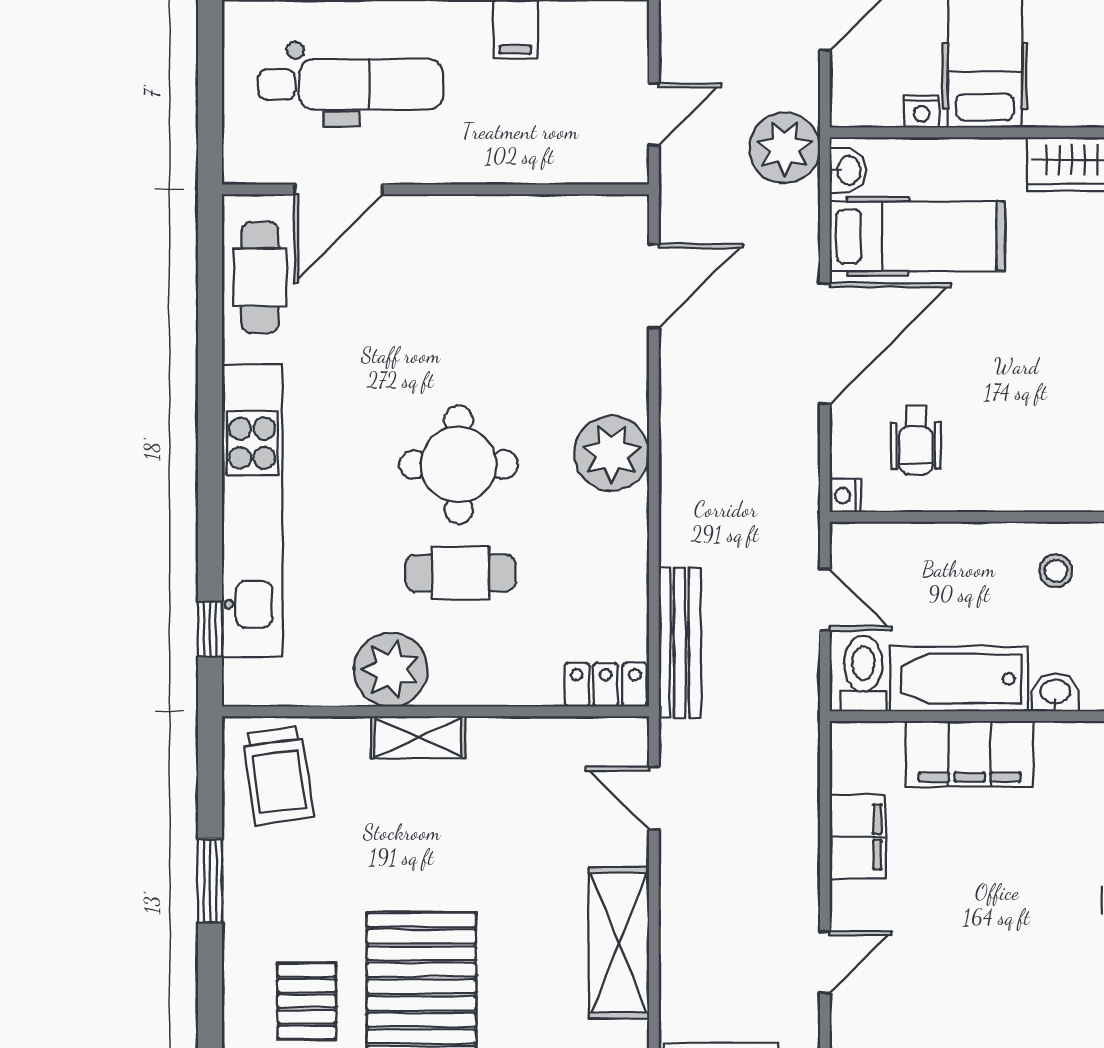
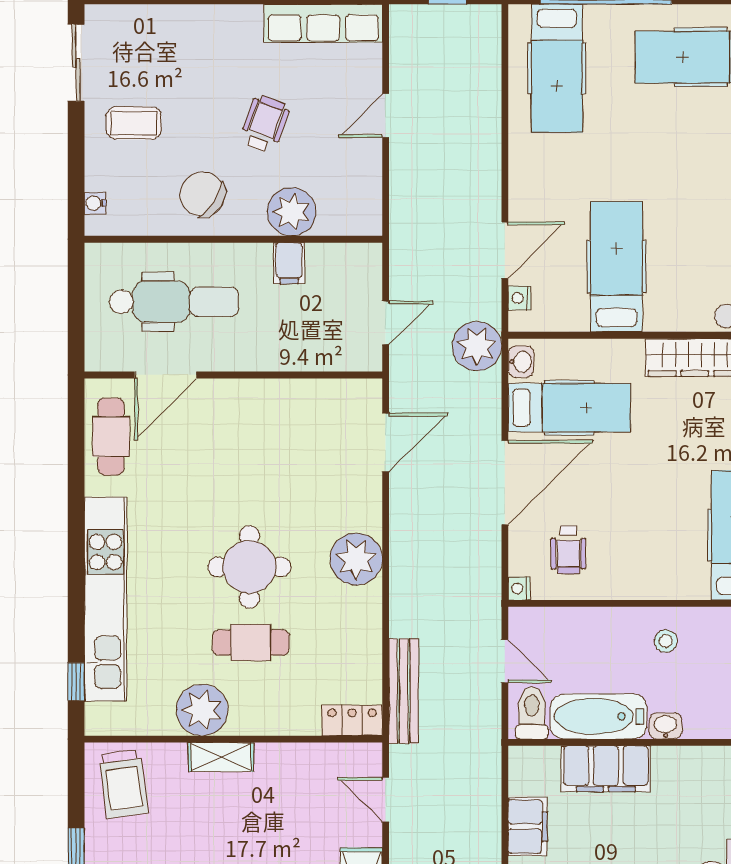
nightstand: (922, 111) -> (520, 298), moved, turned 90

